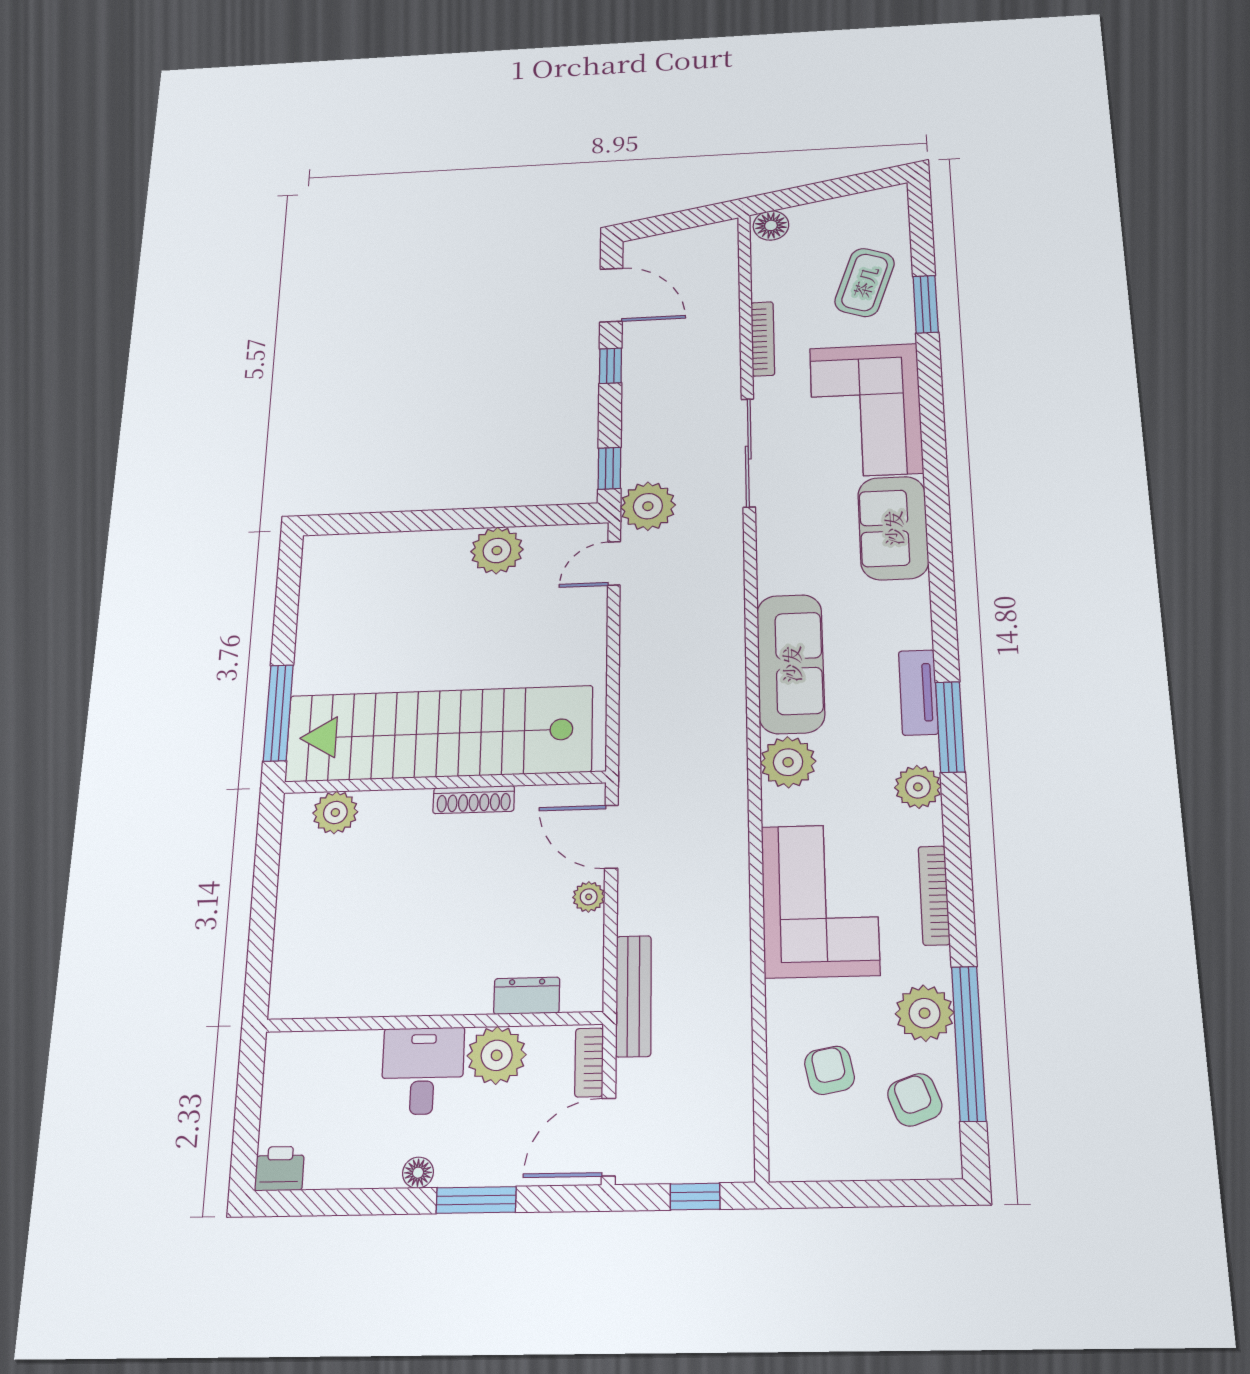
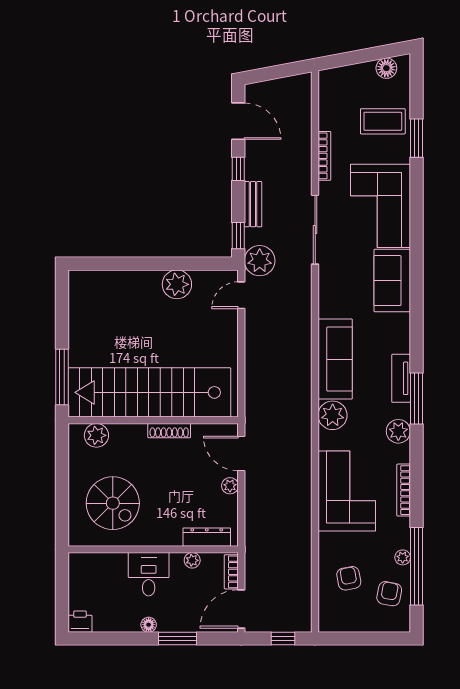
floor lamp: (771, 225) -> (386, 68), moved
coffee table: (865, 282) -> (383, 121), turned 71
spiral stairs: (359, 936) -> (113, 503), added
dresser: (527, 996) -> (207, 537), width x1.44
bench: (633, 996) -> (253, 204), moved, width x0.73
plant: (925, 1013) -> (403, 557), width x0.53, depth x0.53
plant: (497, 1055) -> (192, 560), width x0.53, depth x0.53
armchair: (915, 1100) -> (389, 594), turned 31

